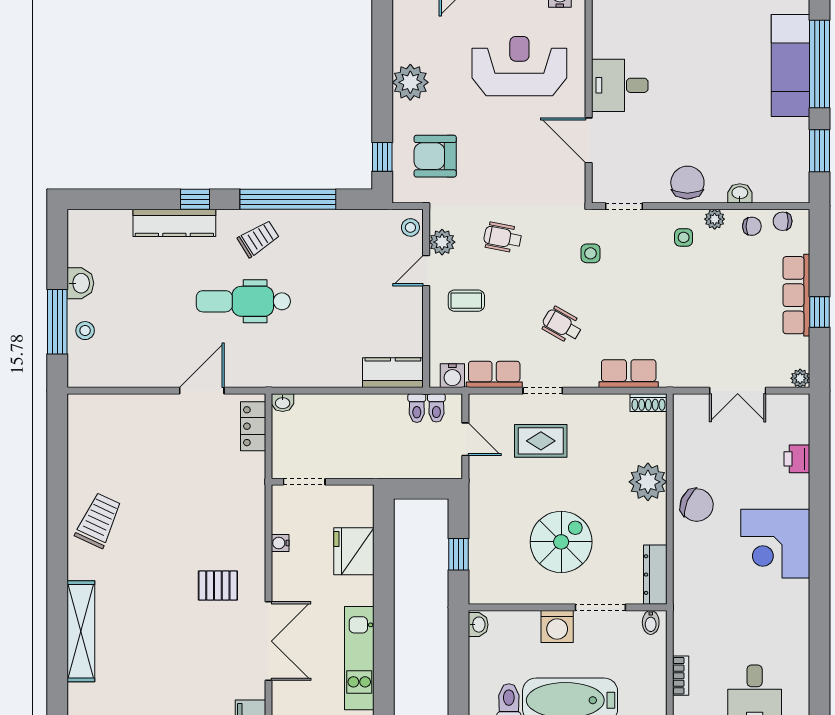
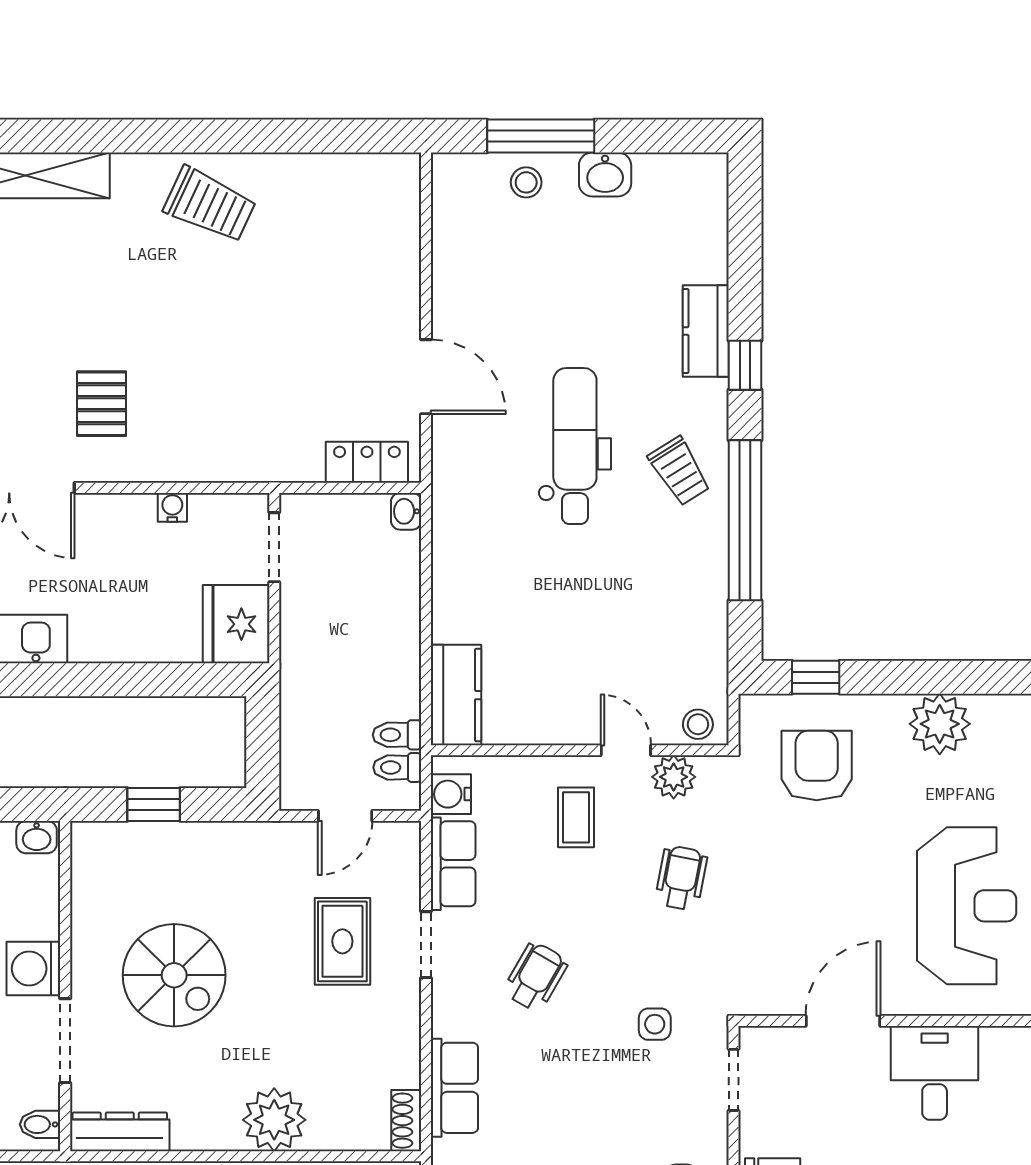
kitchen counter: (174, 223) -> (706, 331), width x0.67
fridge: (354, 551) -> (236, 624), moved, turned -90

